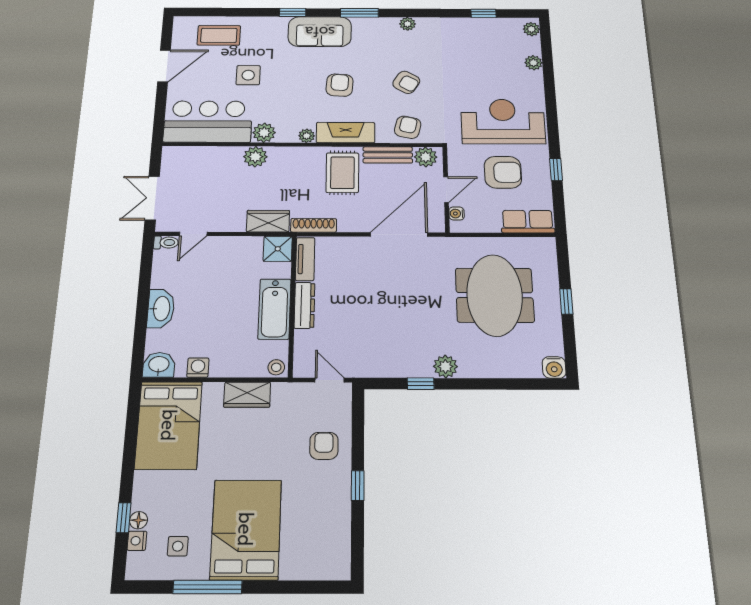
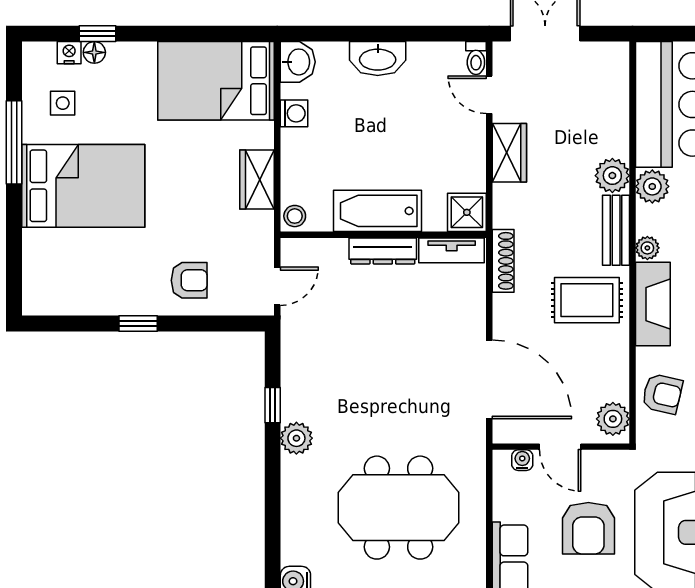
bench: (388, 155) -> (616, 230), moved
wardrobe: (268, 221) -> (509, 153), moved

